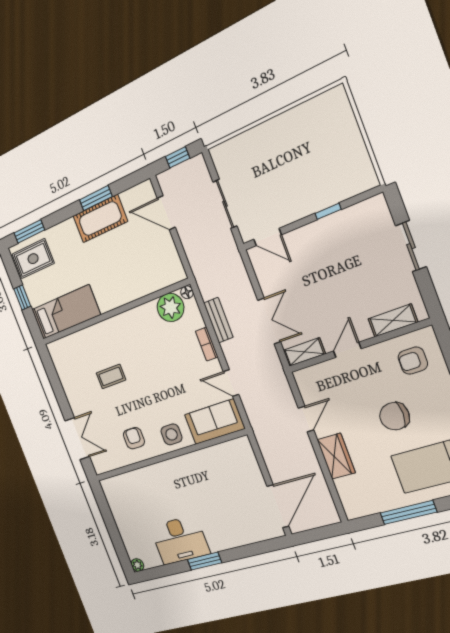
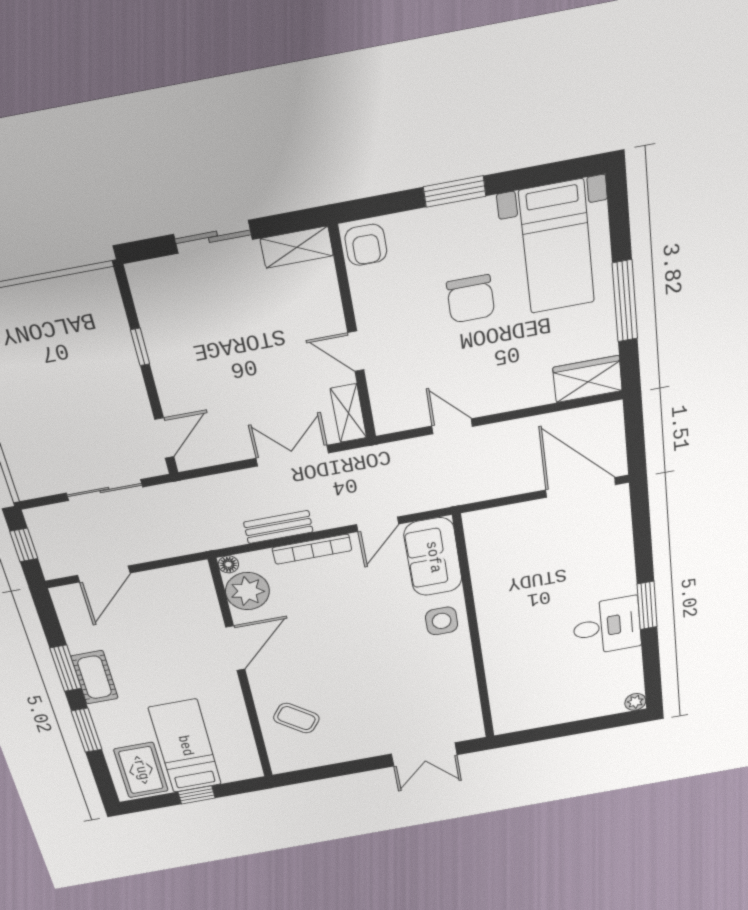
cot: (100, 219) -> (95, 677), width x0.73, depth x0.75
window: (29, 231) -> (87, 730), moved
door: (129, 306) -> (235, 648), added
bed: (66, 312) -> (185, 746), moved
shelving: (393, 320) -> (297, 247), moved, turned 90
bookcase: (207, 344) -> (312, 549), width x1.56
armchair: (413, 361) -> (366, 245), moved
coffee table: (111, 376) -> (296, 718), moved, turned -53
armchair: (134, 438) -> (438, 675), removed
double door: (77, 439) -> (424, 754), swing flipped
wardrobe: (336, 456) -> (588, 379), moved
desk: (180, 540) -> (607, 626), width x0.73

